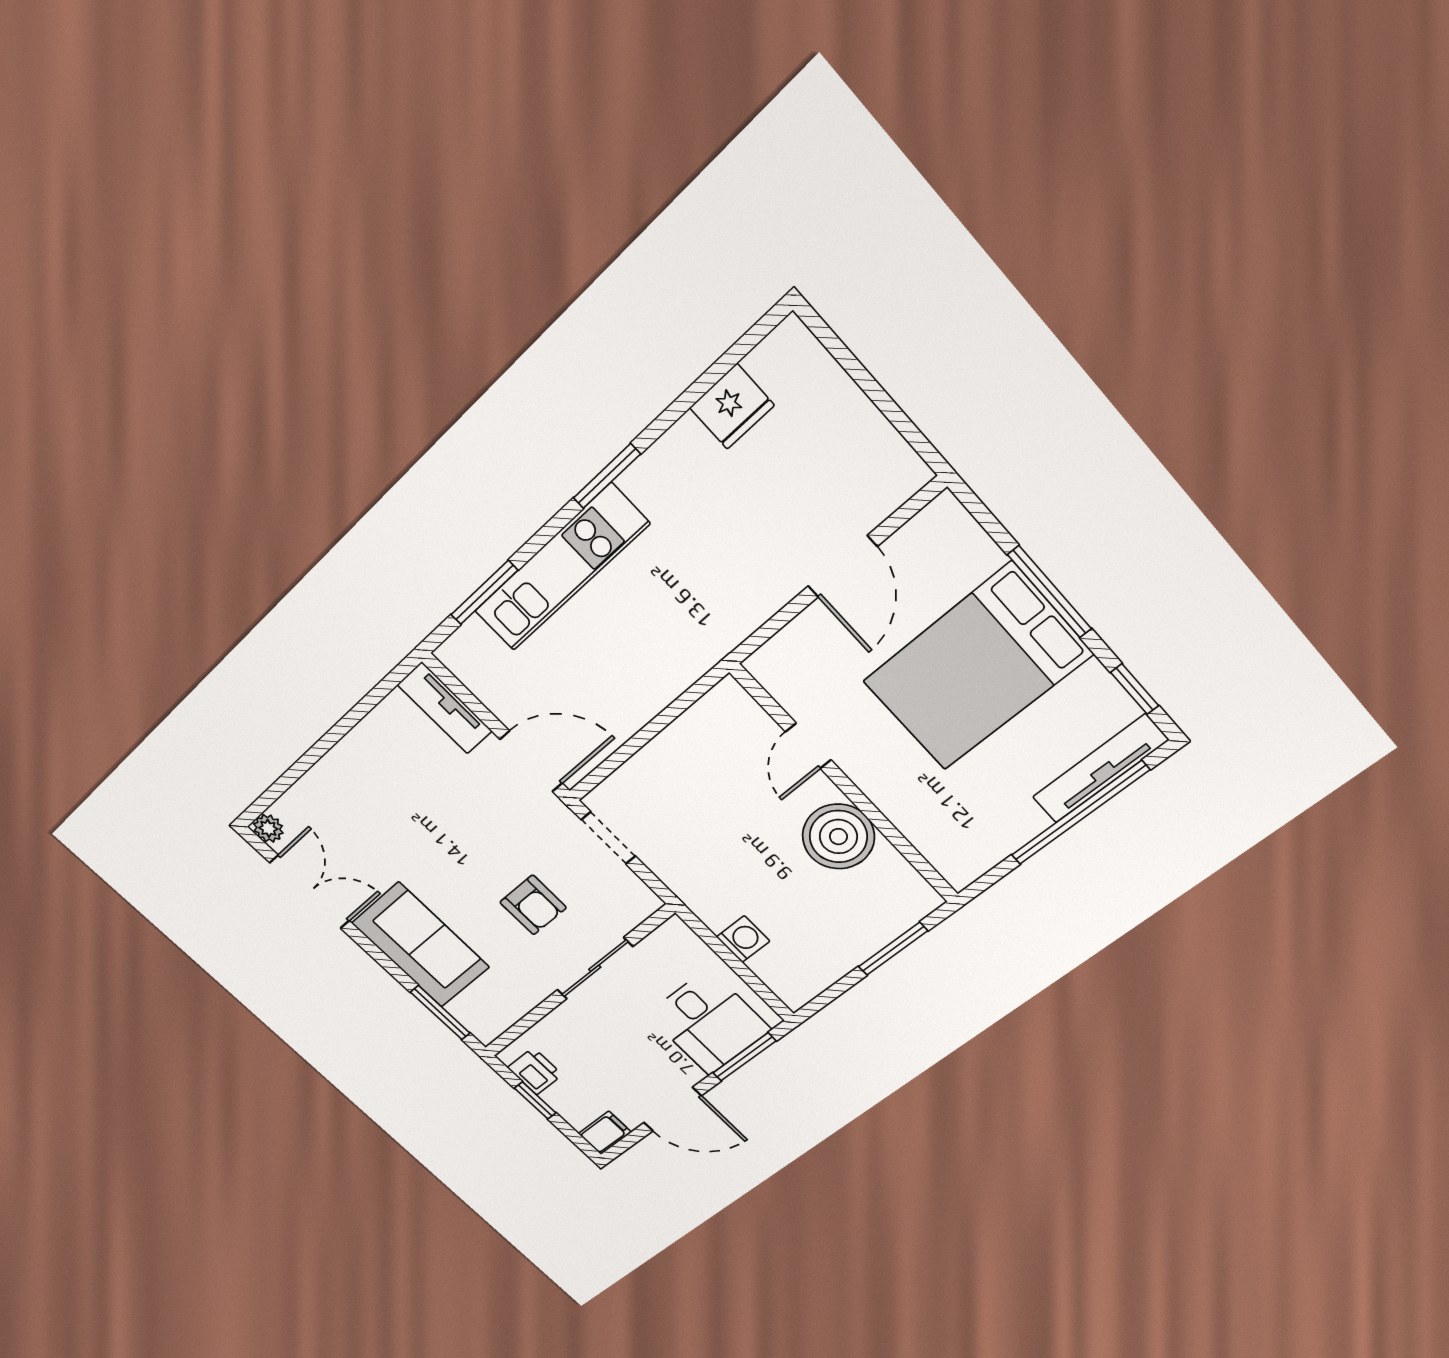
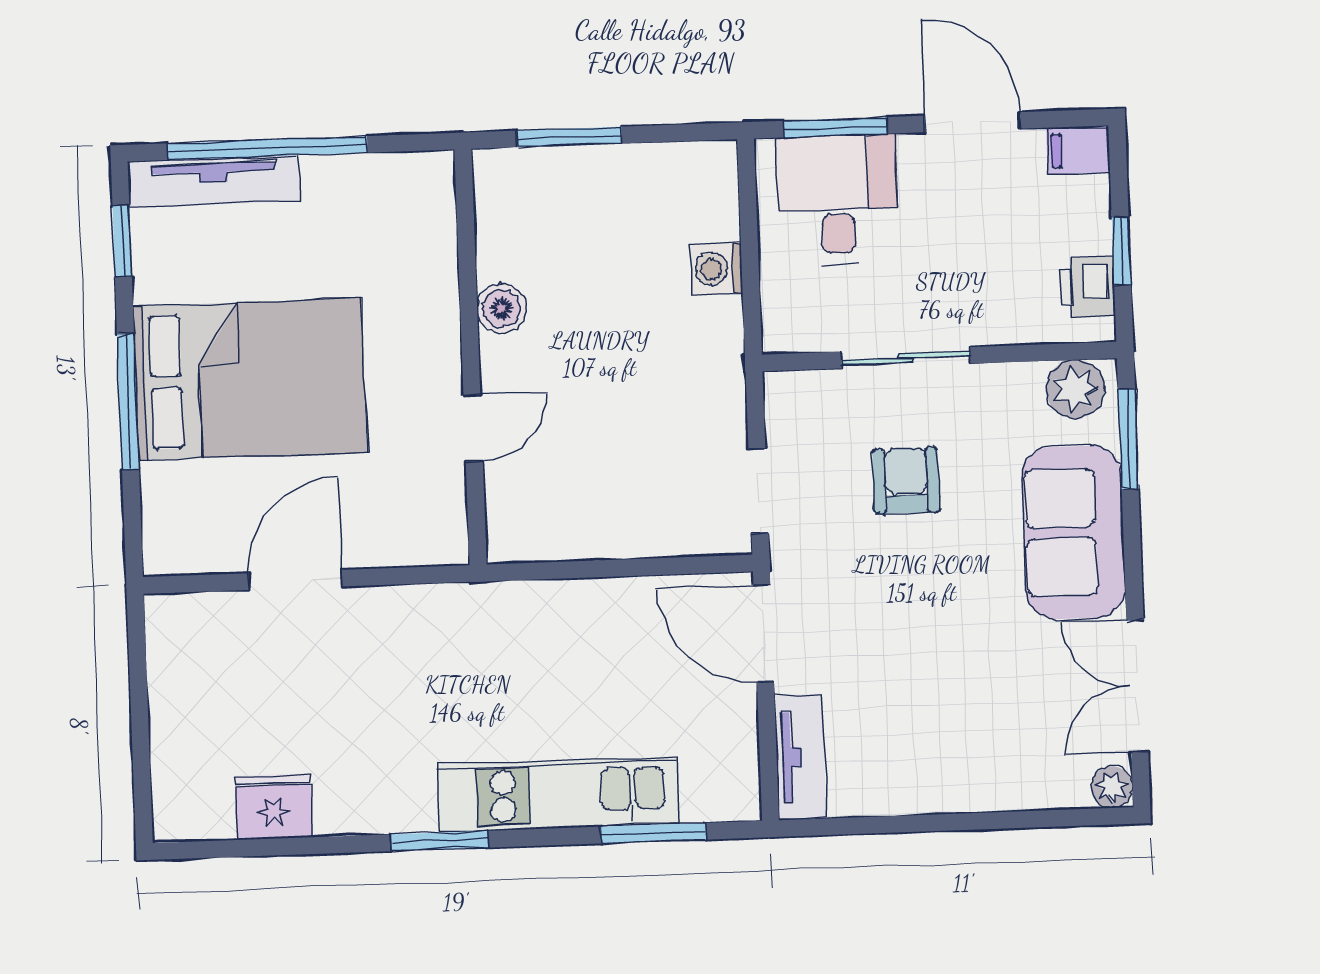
boiler: (838, 837) -> (502, 309), width x0.54, depth x0.54
plant: (491, 1017) -> (1075, 389), added

